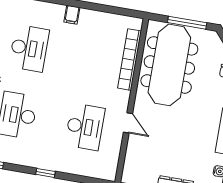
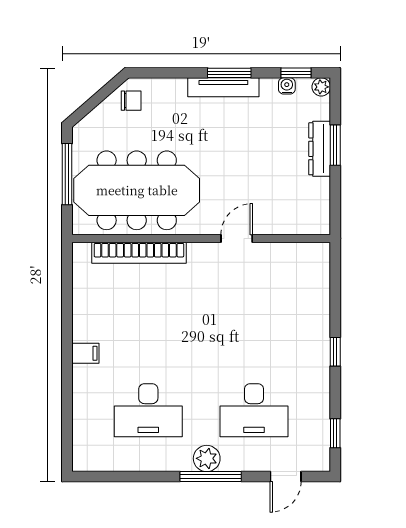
desk: (29, 48) -> (148, 410), turned 180
desk: (85, 127) -> (254, 304), removed

